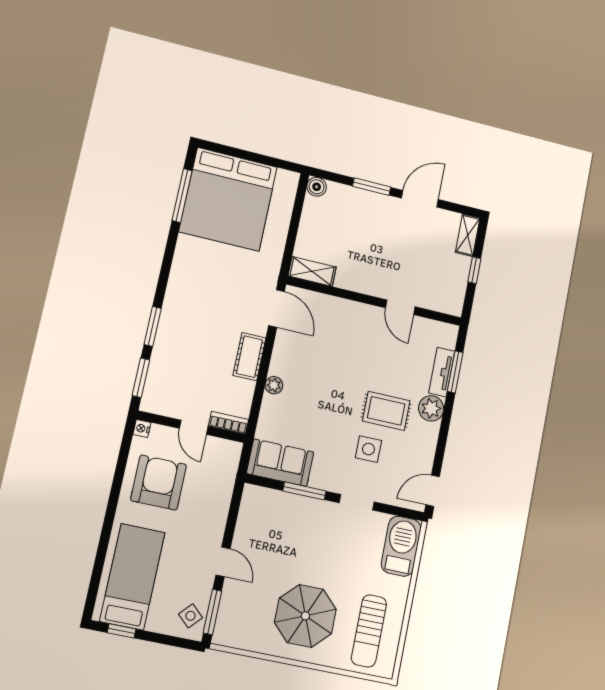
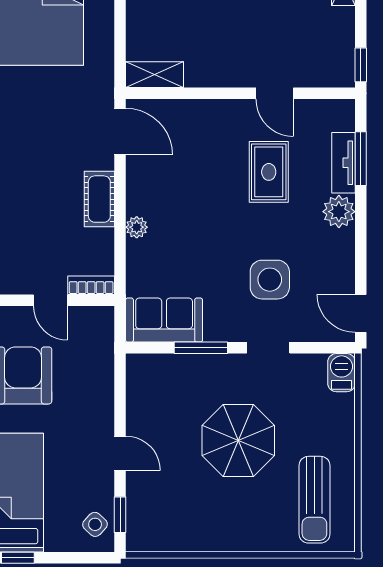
window: (474, 270) -> (361, 65), moved
rug: (386, 411) -> (269, 172), moved, turned 90
side table: (368, 449) -> (270, 280), width x1.37, depth x1.37
door: (433, 491) -> (361, 313), hinge flipped
barbecue: (401, 546) -> (342, 373), width x0.53, depth x0.65
window: (212, 612) -> (120, 515), width x0.67
parasol: (305, 616) -> (238, 440), moved

